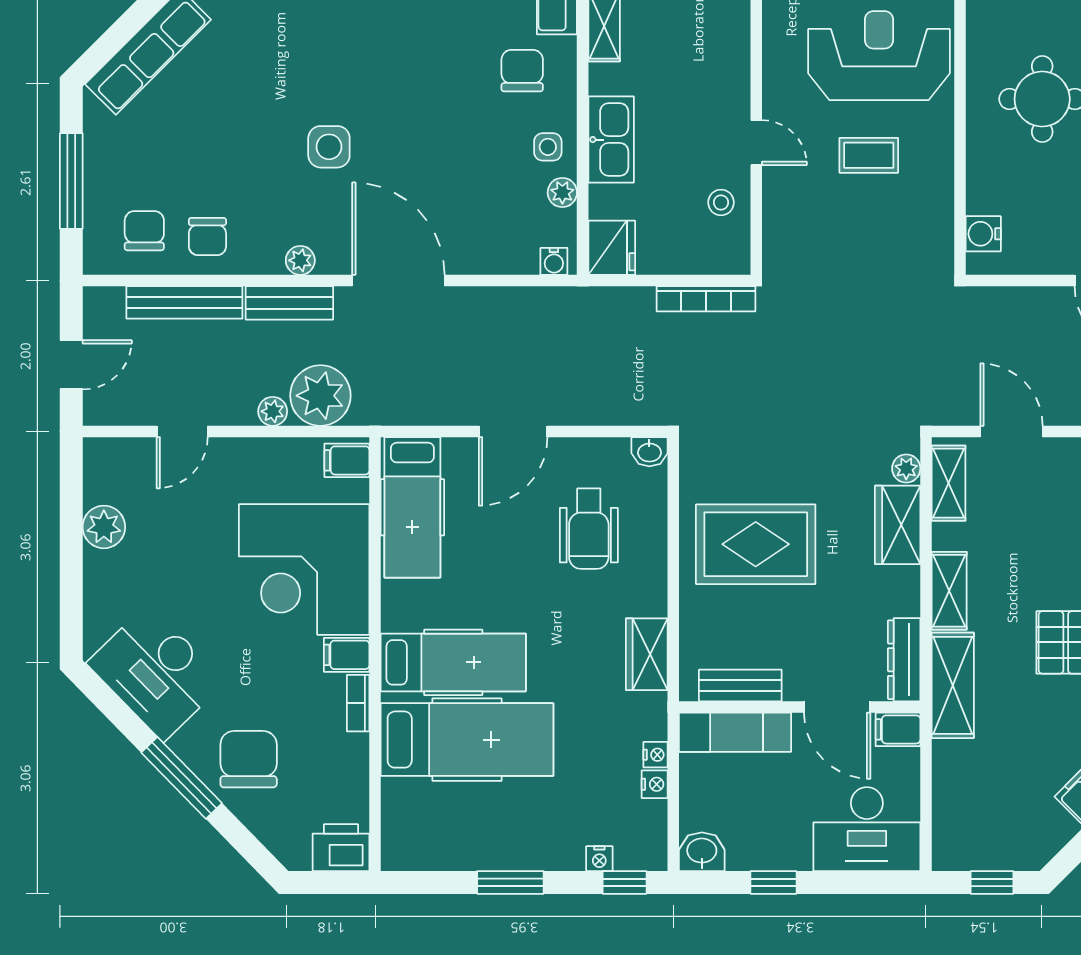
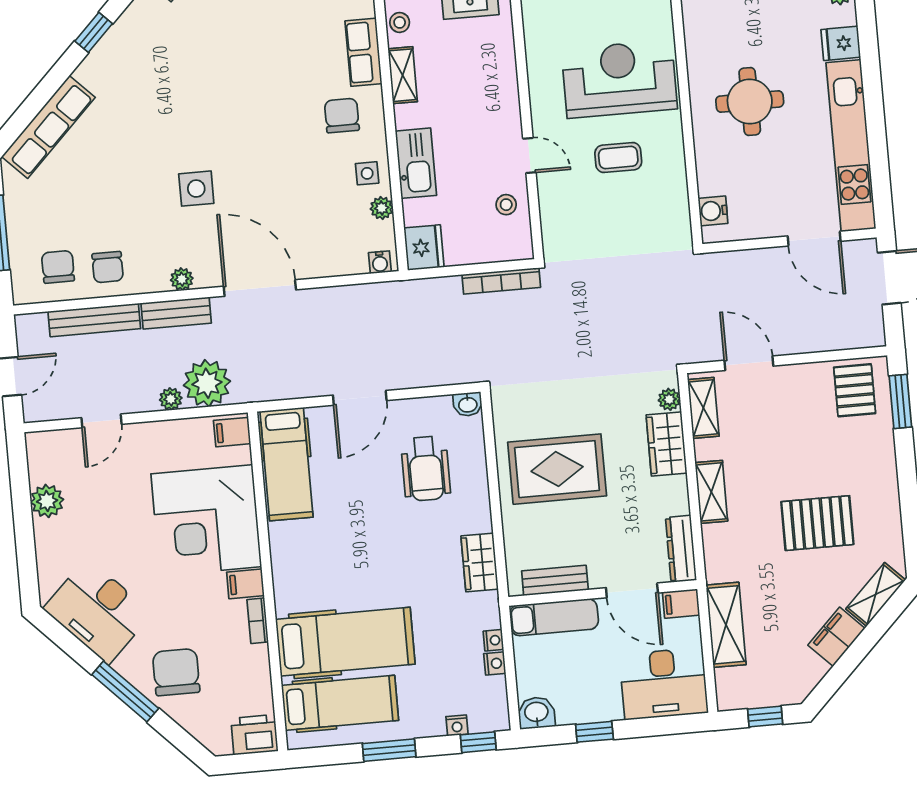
hospital bed: (453, 662) -> (340, 703), moved
shelving: (953, 685) -> (726, 625), moved

